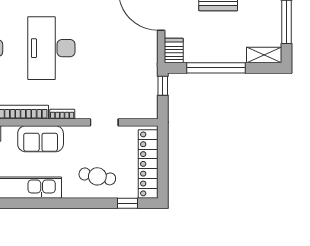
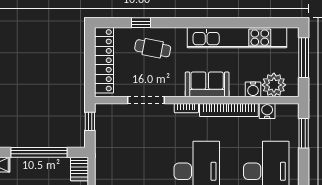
window: (163, 86) -> (90, 121), moved
doorway: (104, 122) -> (146, 100), width x1.38
window: (127, 203) -> (141, 23), moved

